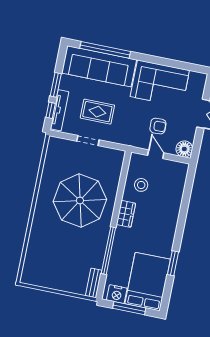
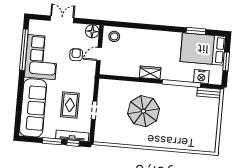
window: (105, 50) -> (24, 50), moved
stool: (141, 185) -> (114, 36), moved
parasol: (80, 200) -> (143, 111), width x0.73, depth x0.73
window: (173, 263) -> (196, 31), moved
nightstand: (117, 294) -> (201, 77), moved, turned 90
window: (129, 308) -> (226, 61), width x0.69

